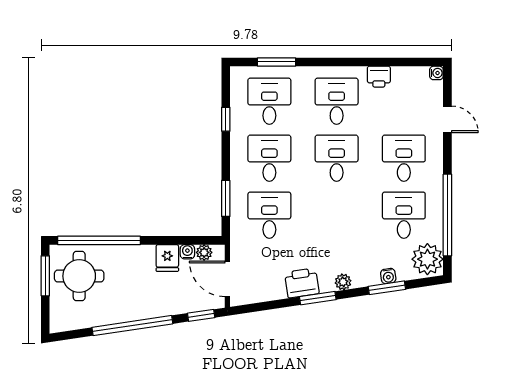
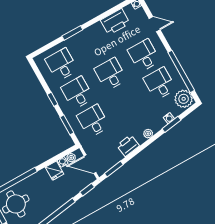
window: (277, 62) -> (72, 33), moved
printer: (379, 77) -> (115, 22), width x1.87, depth x1.48
desk: (337, 101) -> (95, 46), removed
window: (226, 119) -> (53, 99), moved
window: (318, 298) -> (114, 169), moved

